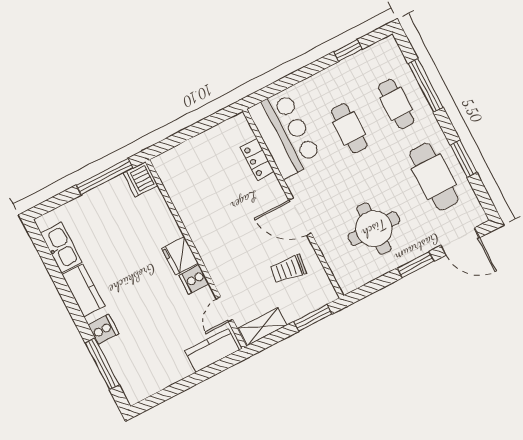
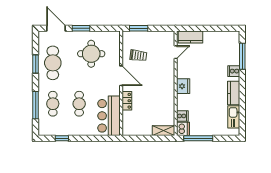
locker: (257, 160) -> (127, 101), moved
cooker: (194, 280) -> (182, 116), moved
shelving: (263, 327) -> (163, 131), moved

